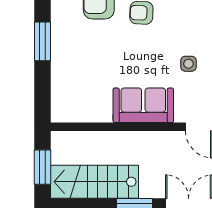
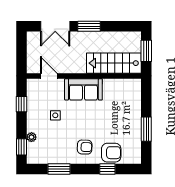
stairs: (94, 182) -> (114, 63), moved, turned 180

